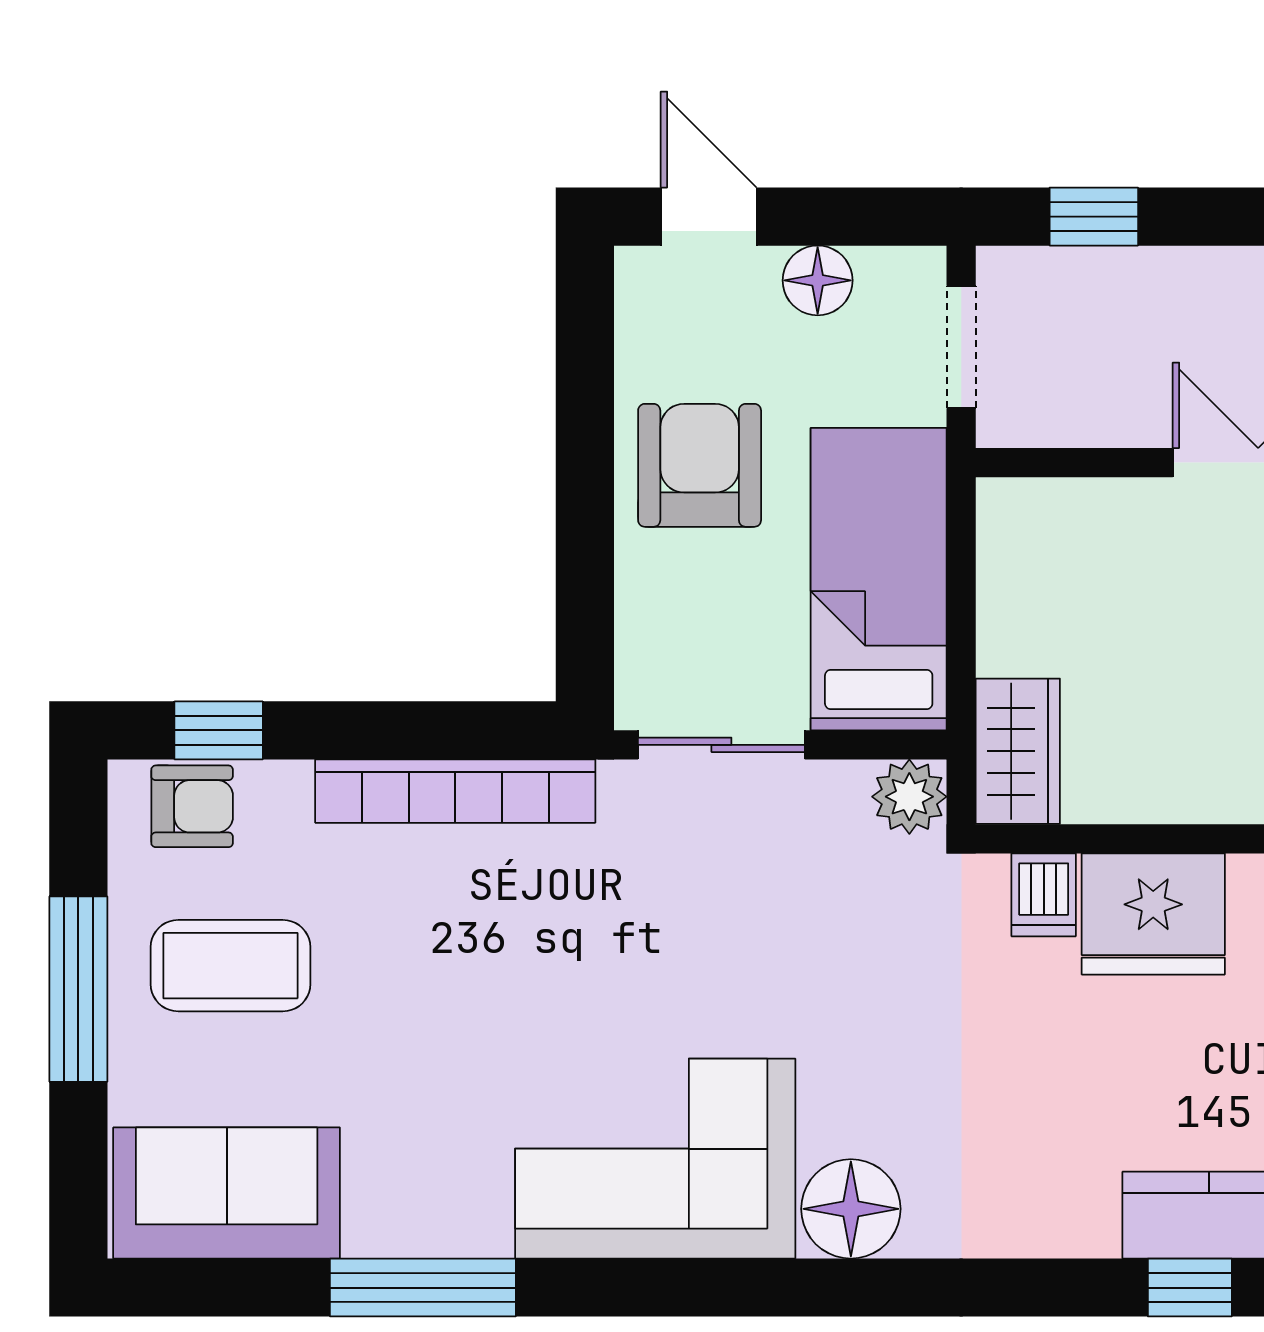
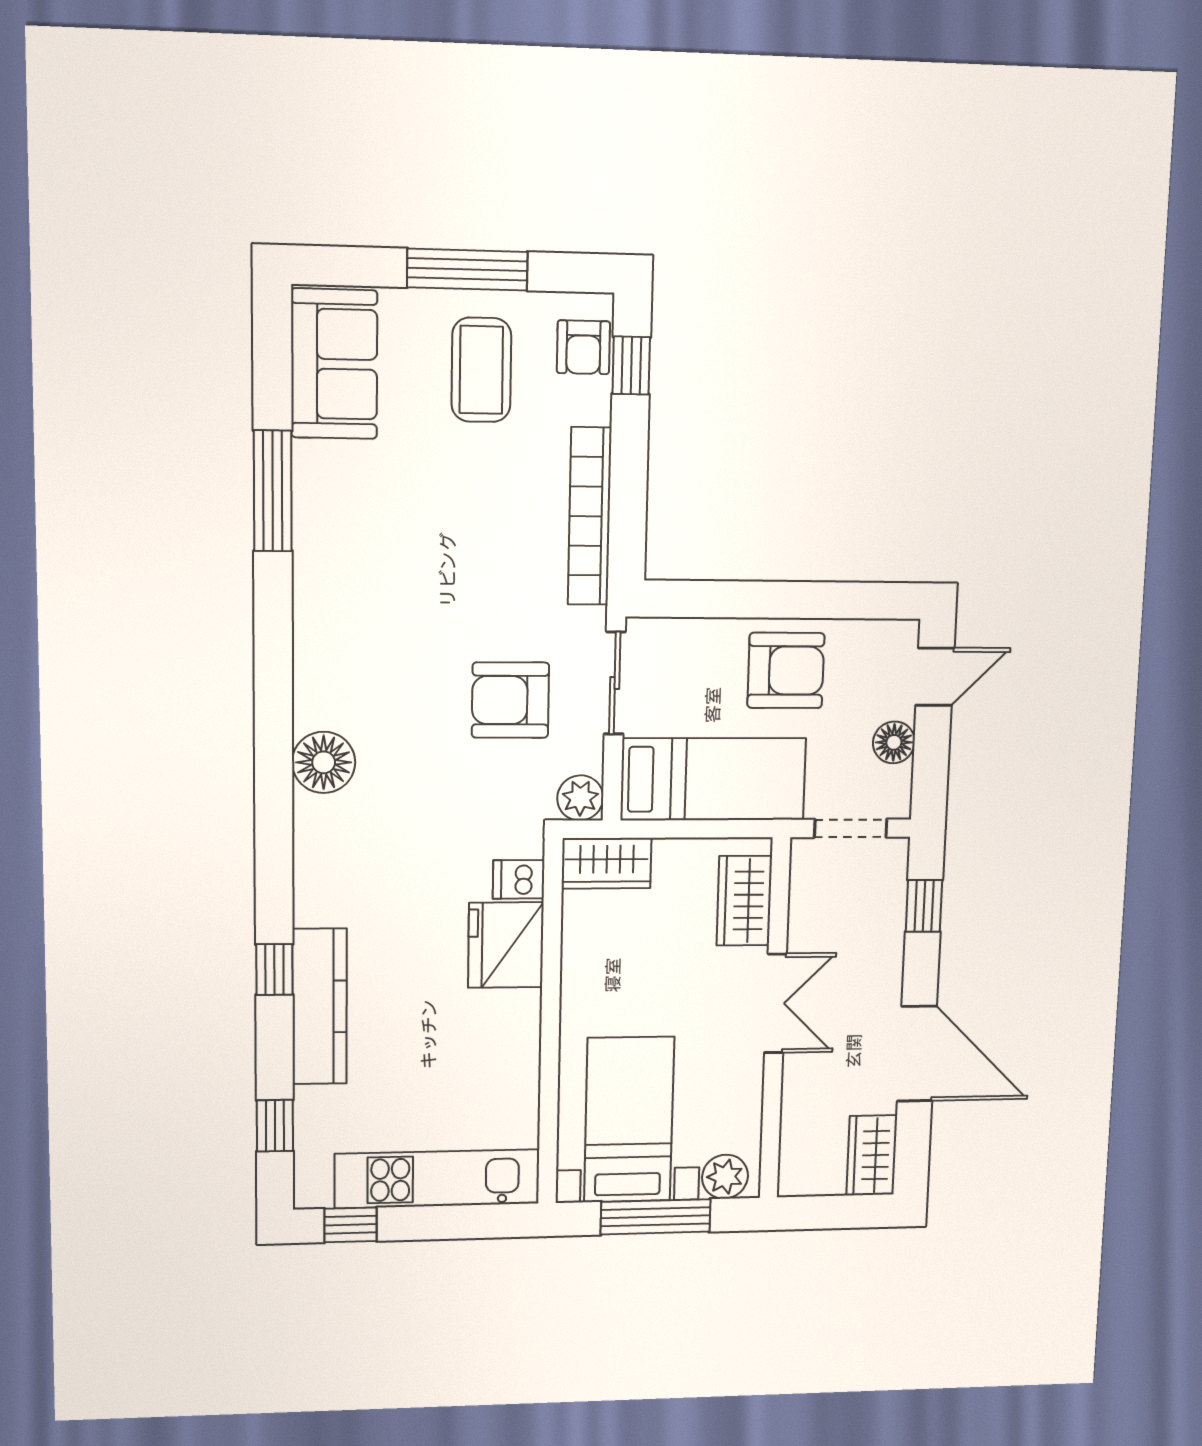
wardrobe: (1082, 521) -> (744, 901), added
armchair: (750, 912) -> (510, 700), added
corner sofa: (655, 1159) -> (356, 640), removed

